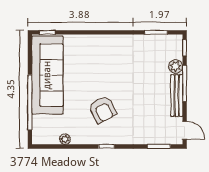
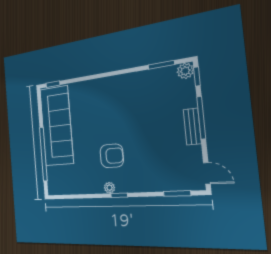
plant: (176, 66) -> (185, 71), moved
bench: (177, 96) -> (192, 126), width x0.73
armchair: (103, 110) -> (112, 156), turned -63
plant: (65, 139) -> (109, 188), moved

